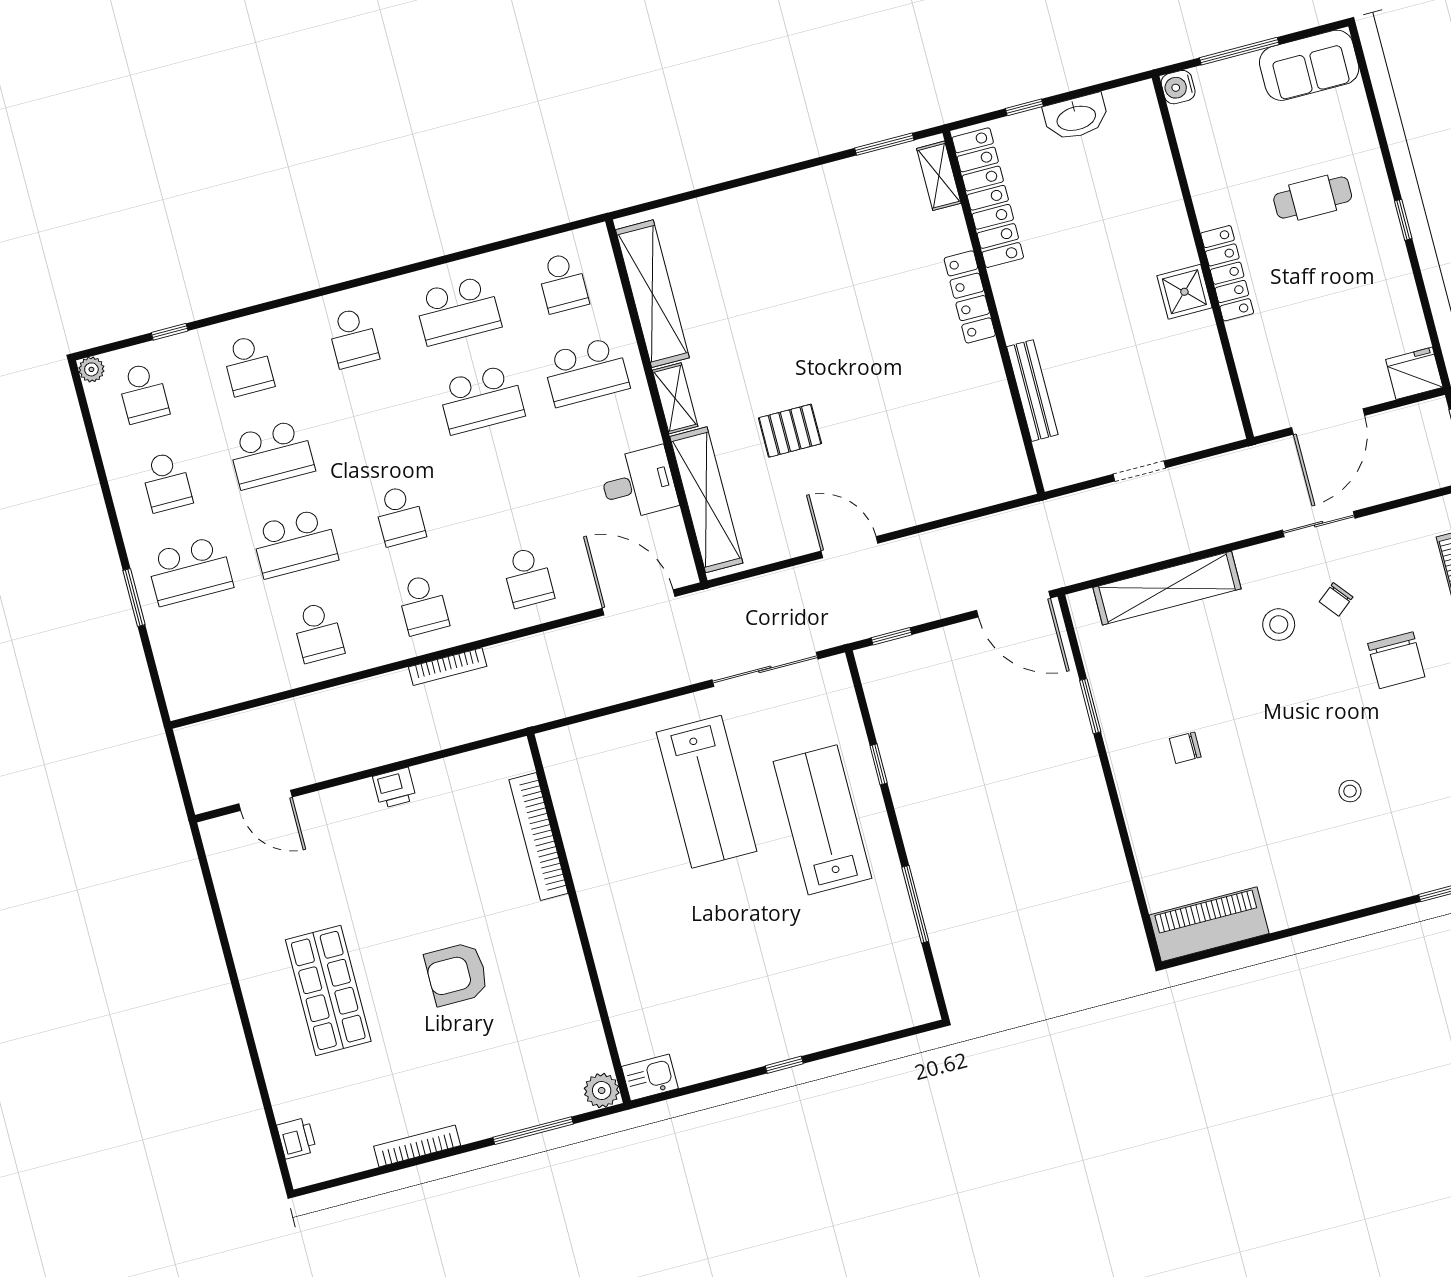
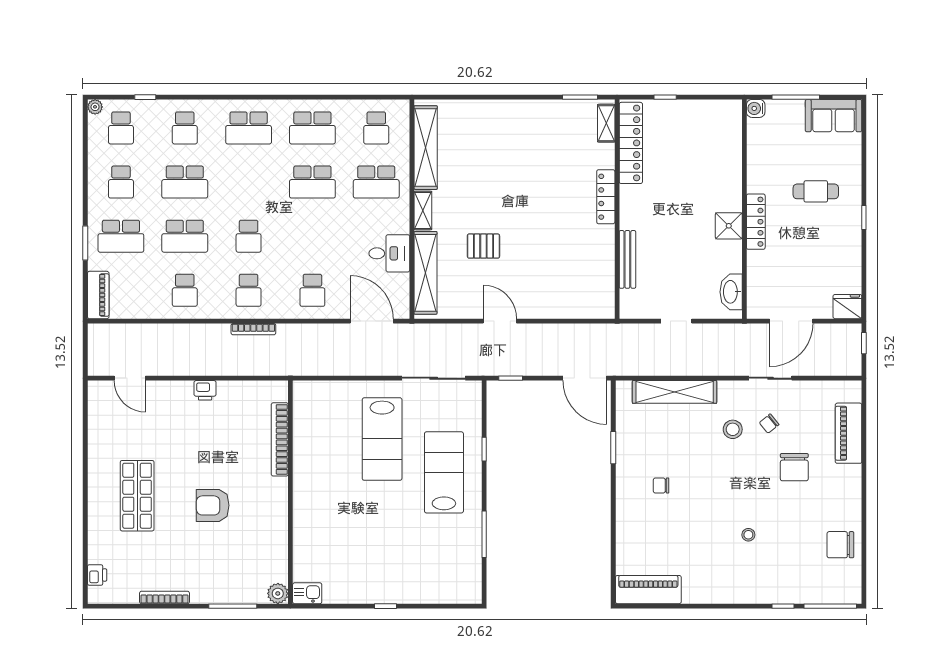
washbasin: (1076, 117) -> (731, 292), moved, turned 90
school desk: (353, 338) -> (249, 128), width x1.85
piano: (178, 677) -> (98, 295), added

